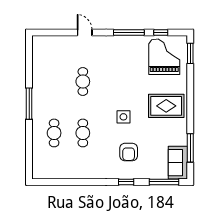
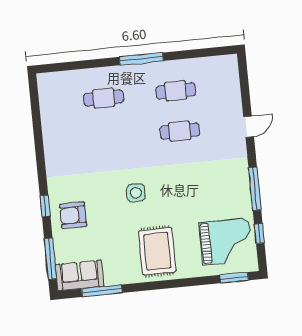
cafe table: (83, 133) -> (176, 91), moved
armchair: (129, 152) -> (73, 215), moved

